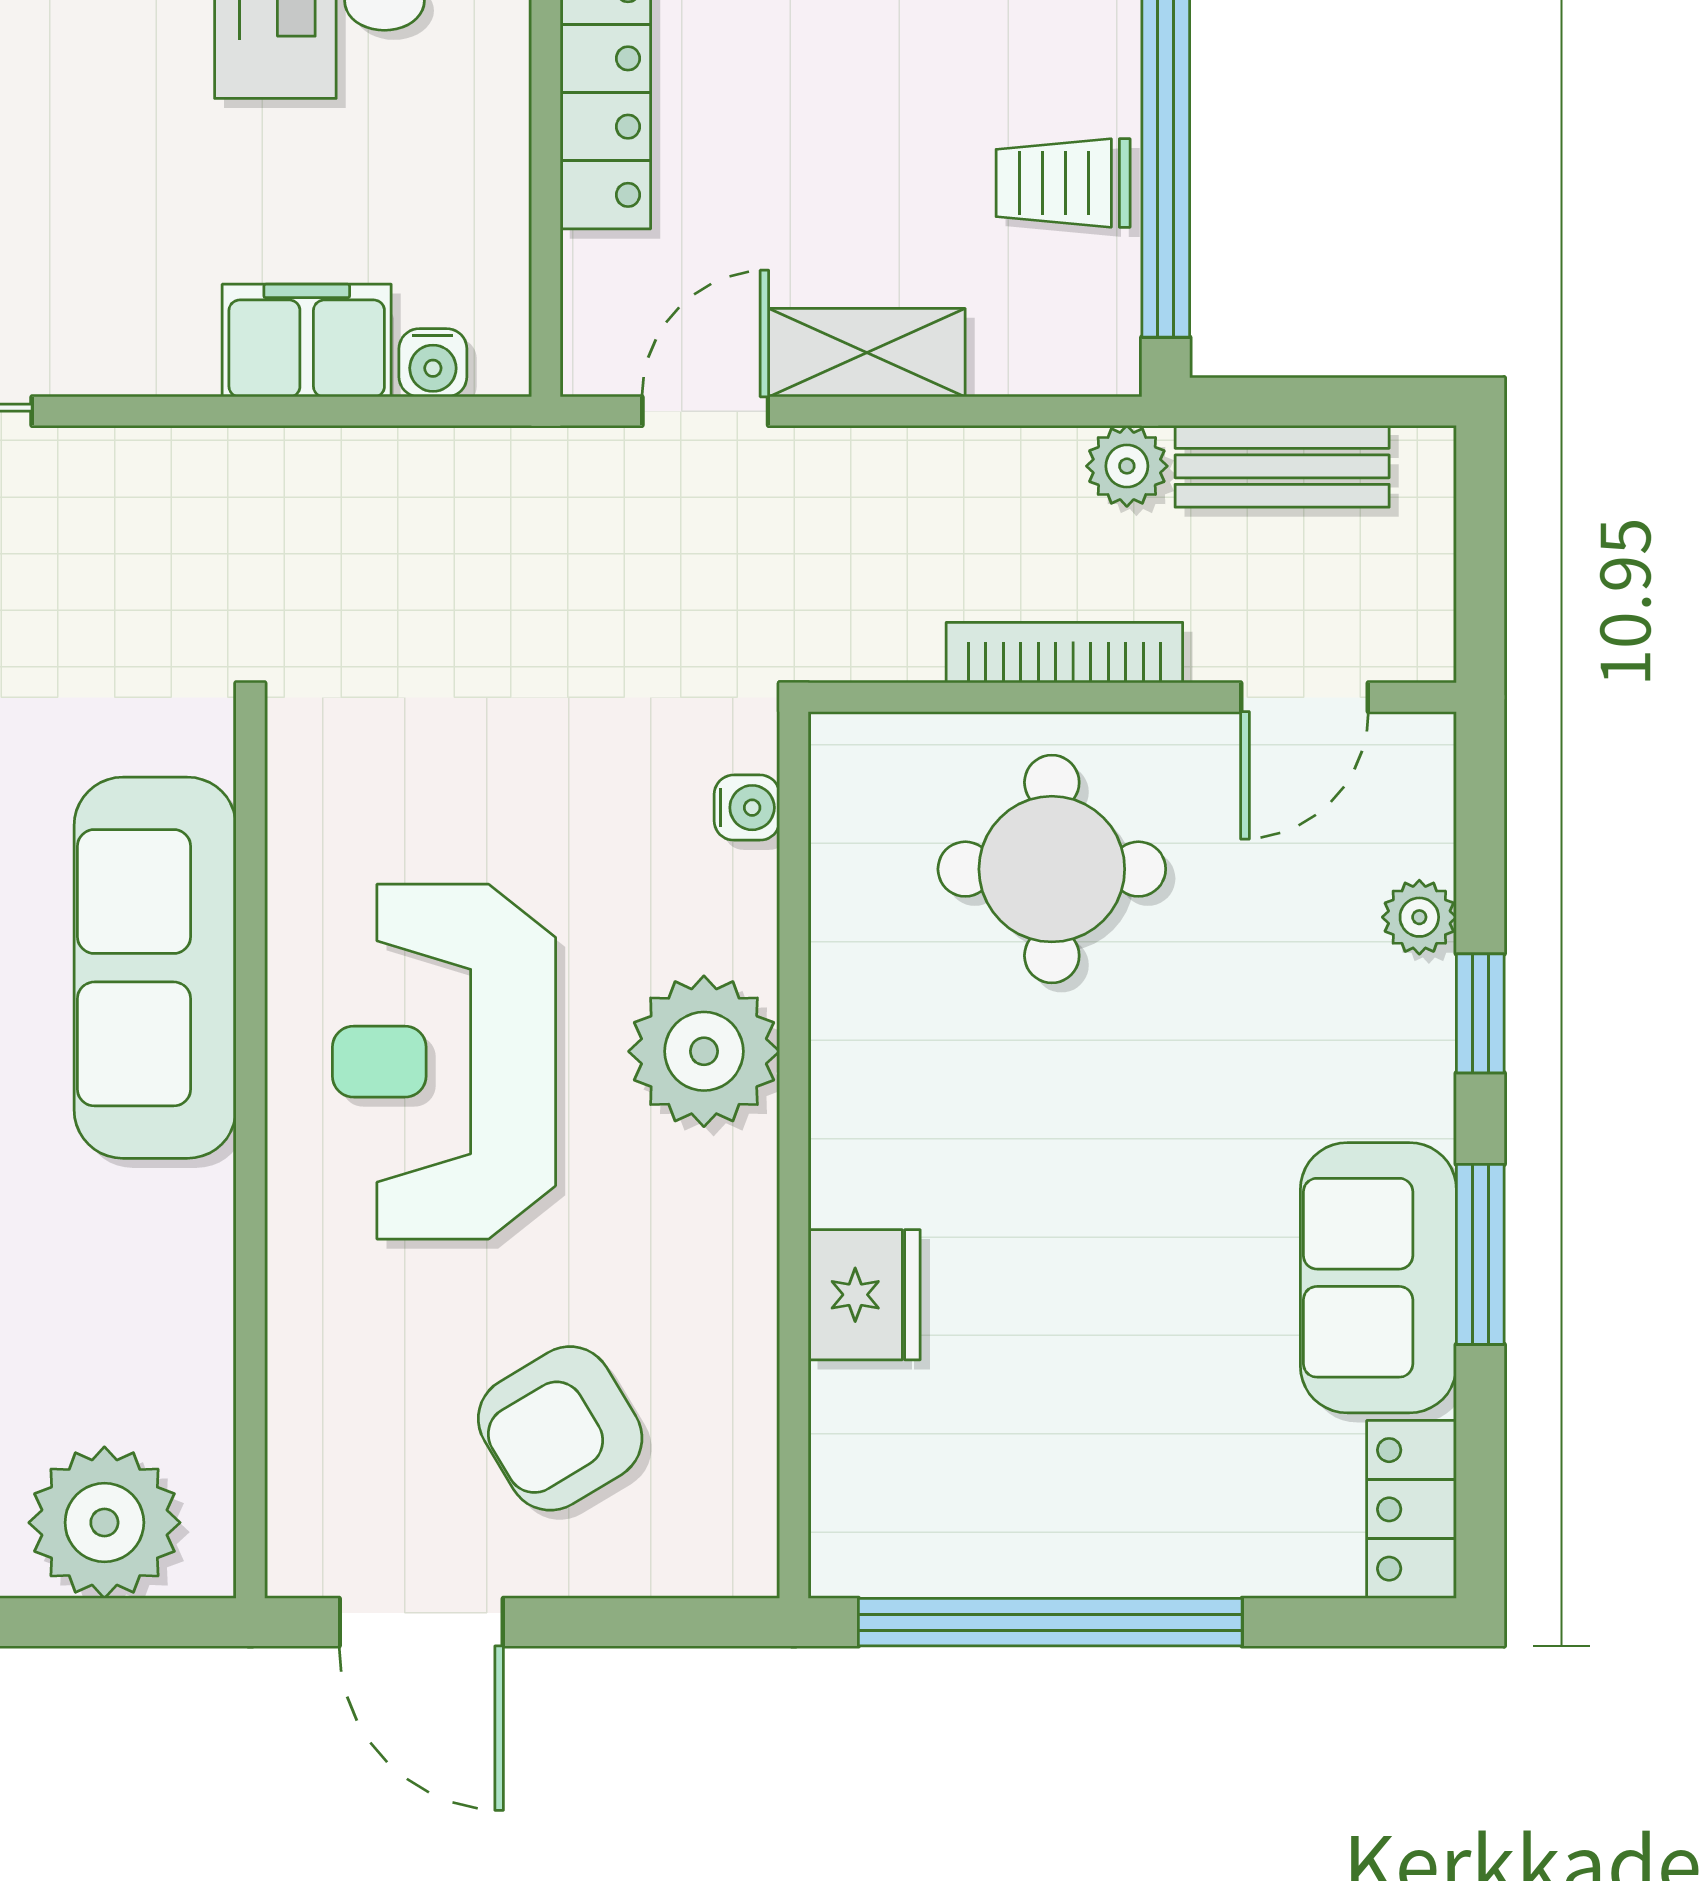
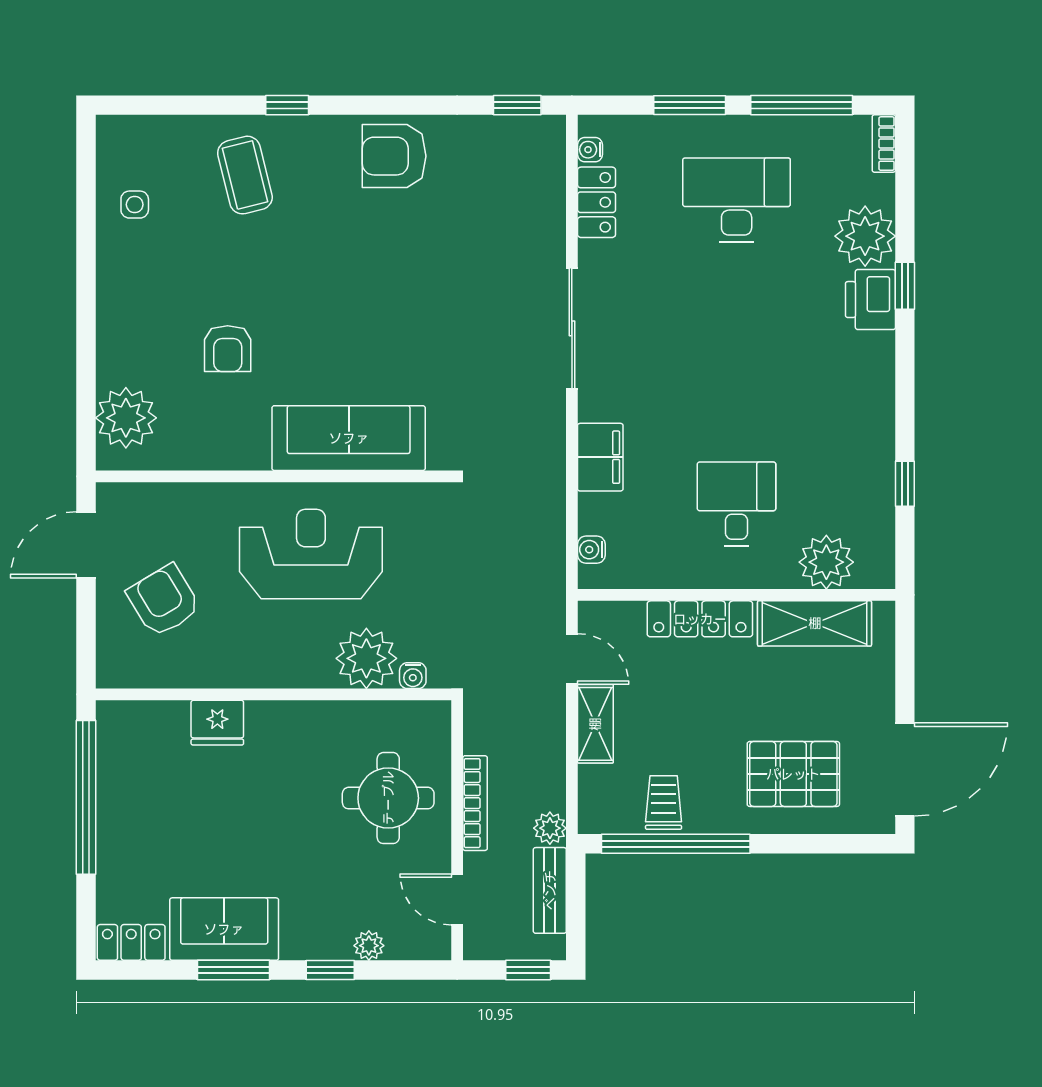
filing cabinet: (307, 341) -> (600, 457), moved
window: (1480, 521) -> (528, 970), added
plant: (704, 1051) -> (366, 658), moved

